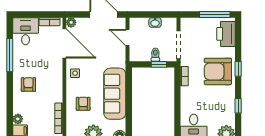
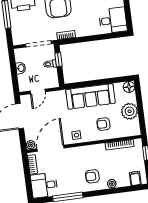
plant: (18, 119) -> (112, 184), moved

